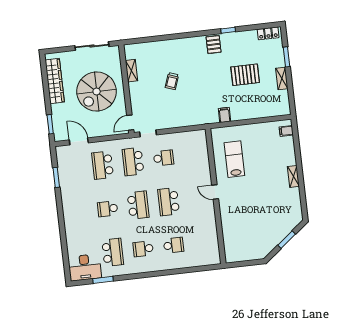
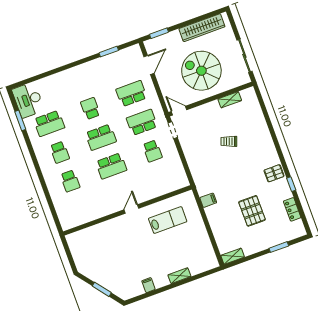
locker: (268, 33) -> (292, 209), moved
shelving: (282, 79) -> (233, 256), moved
filing cabinet: (286, 131) -> (148, 285), moved
shelving: (293, 176) -> (179, 276), moved
school desk: (169, 202) -> (111, 166), turned 180
school desk: (143, 249) -> (60, 152), turned 180

